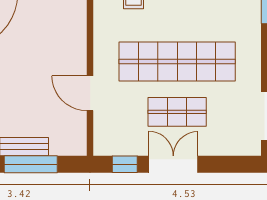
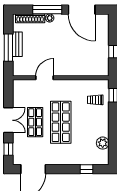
shop shelf: (177, 62) -> (61, 122), width x0.71
window: (125, 164) -> (8, 149), moved

